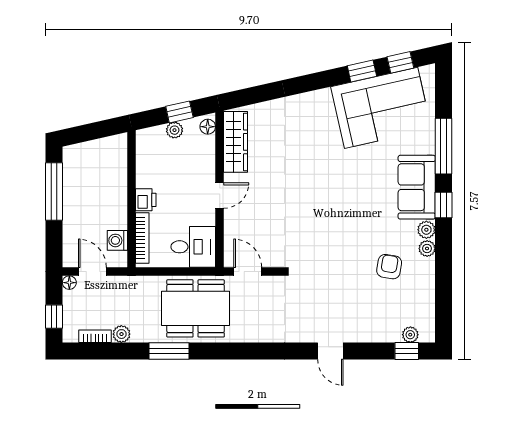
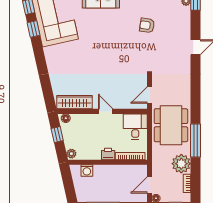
plant: (175, 130) -> (71, 154), moved
washing machine: (117, 240) -> (87, 170), moved
armchair: (389, 267) -> (147, 25), moved
plant: (121, 334) -> (181, 164), width x1.88, depth x1.88
window: (169, 351) -> (196, 141), width x1.44

